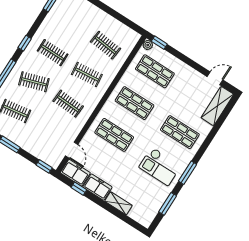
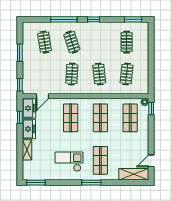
clothes rail: (53, 53) -> (127, 42), moved
door: (215, 78) -> (151, 161), swing flipped
checkout: (160, 166) -> (69, 162), turned 90
window: (187, 173) -> (91, 183), moved
window: (168, 204) -> (36, 183), moved

